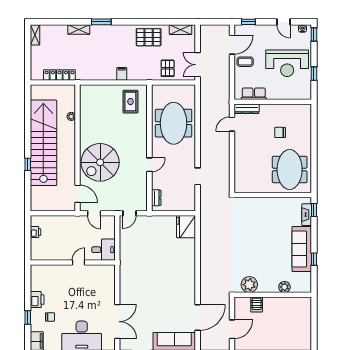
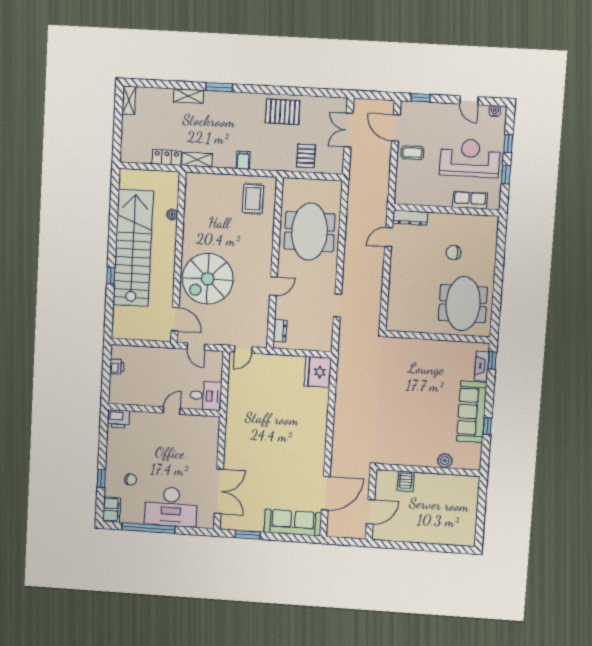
shelving: (181, 30) -> (197, 160), moved
window: (314, 34) -> (508, 144), moved
door: (232, 45) -> (396, 128), swing flipped
reception desk: (287, 63) -> (470, 158), turned 180
double door: (198, 65) -> (349, 130), moved
locker: (59, 75) -> (167, 157), width x0.66
row of seats: (254, 94) -> (470, 200), moved
plant: (249, 285) -> (398, 454), removed
printer: (37, 300) -> (118, 419), moved, turned 90

